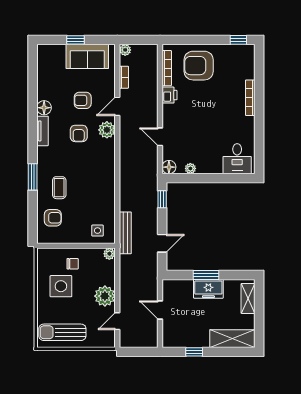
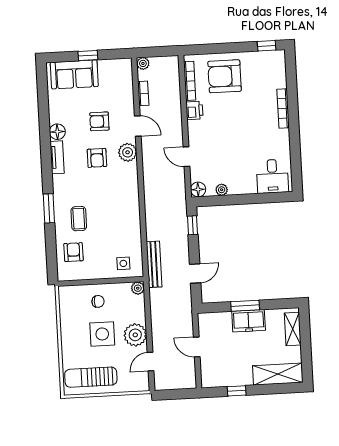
sofa: (87, 56) -> (74, 74), moved
door: (117, 106) -> (138, 126), swing flipped
armchair: (53, 218) -> (73, 252), turned -90
side table: (61, 286) -> (102, 334), moved

